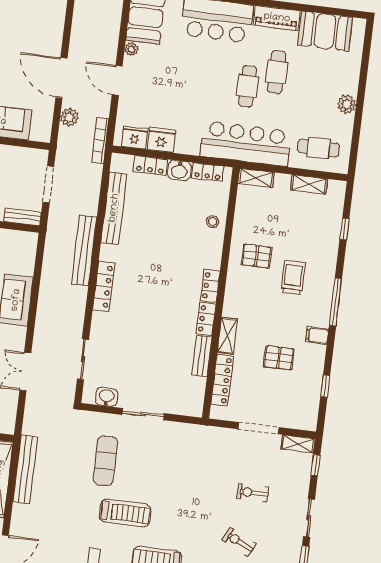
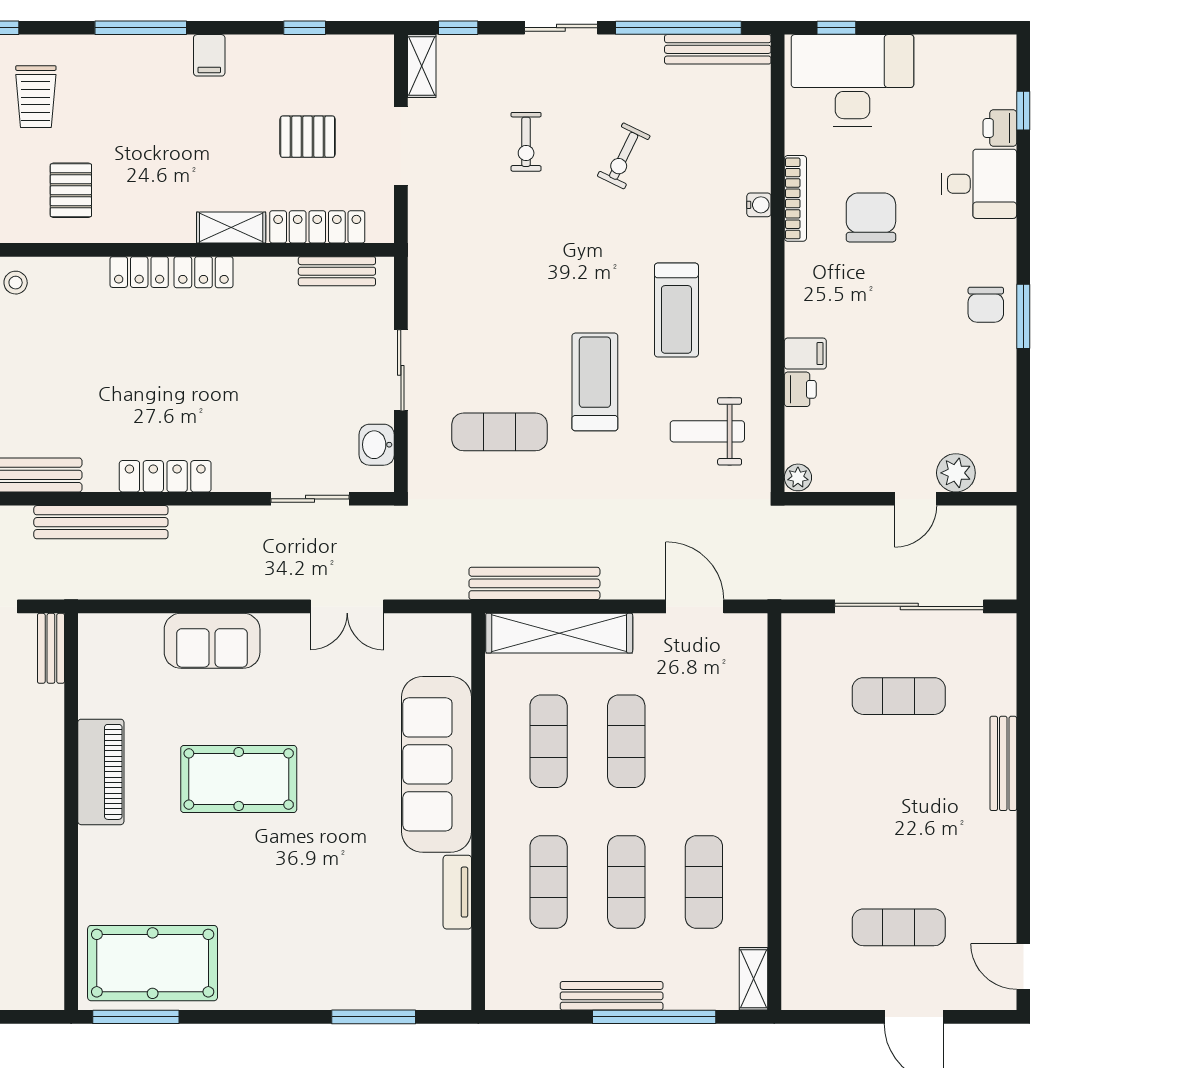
trolley: (293, 278) -> (36, 97), moved, turned -90
bench: (202, 356) -> (337, 271), moved
pallet: (279, 358) -> (308, 137), moved, turned 90

